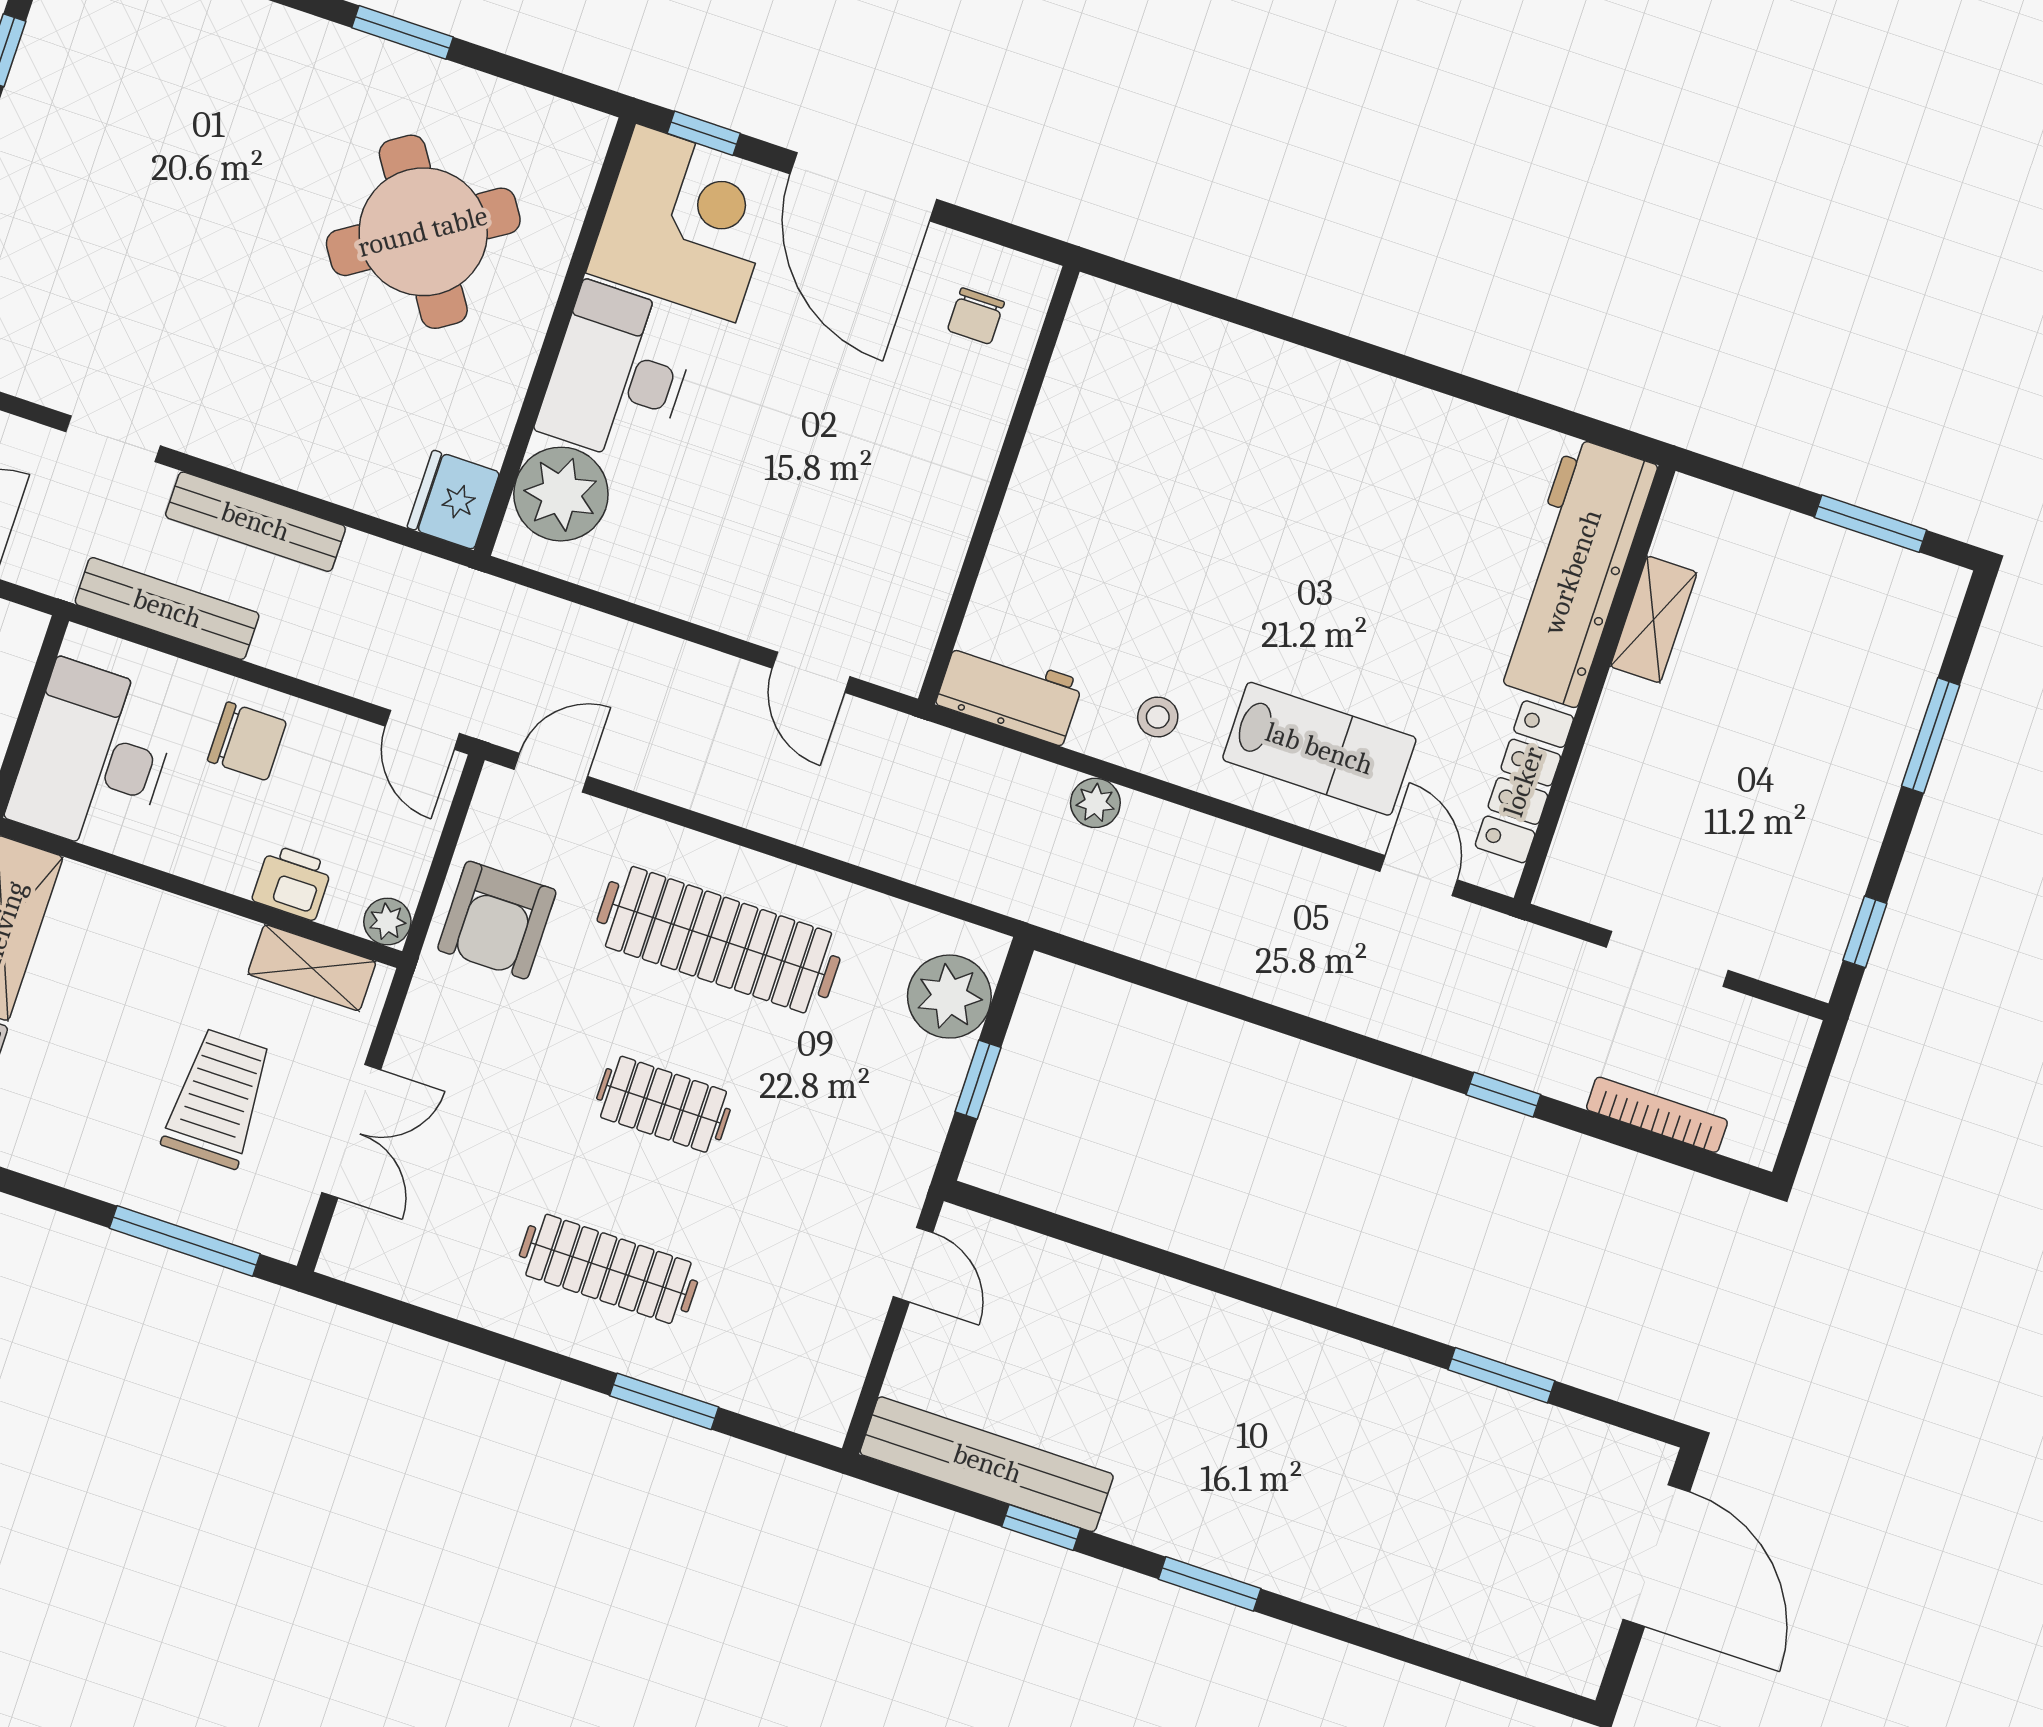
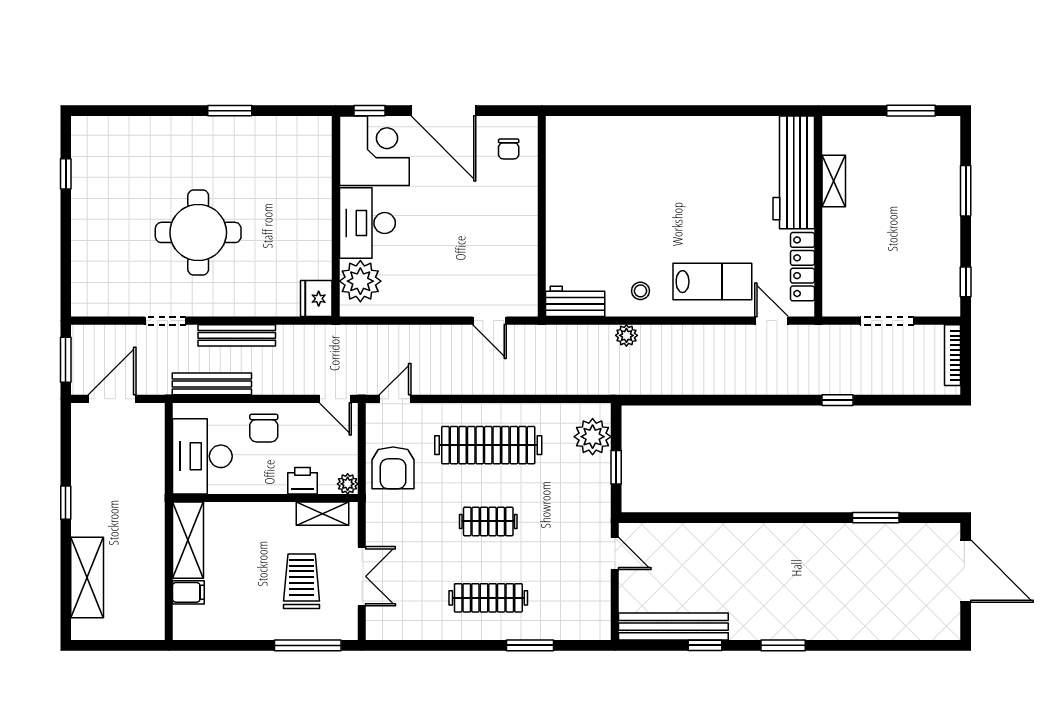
round table: (423, 232) -> (198, 232), moved, turned 33
chair: (247, 741) -> (264, 428), turned 90
bookcase: (1657, 1115) -> (953, 355), moved, turned -90

